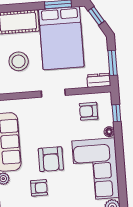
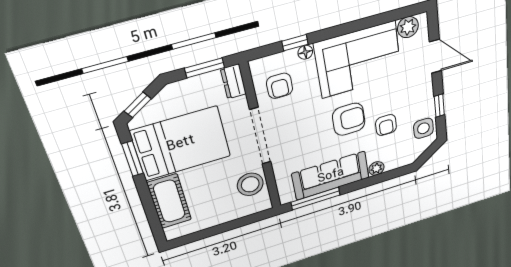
stool: (19, 61) -> (250, 184), moved
doorway: (53, 93) -> (260, 136), width x1.88
window: (116, 113) -> (295, 43), moved
armchair: (39, 188) -> (386, 125), turned 180

